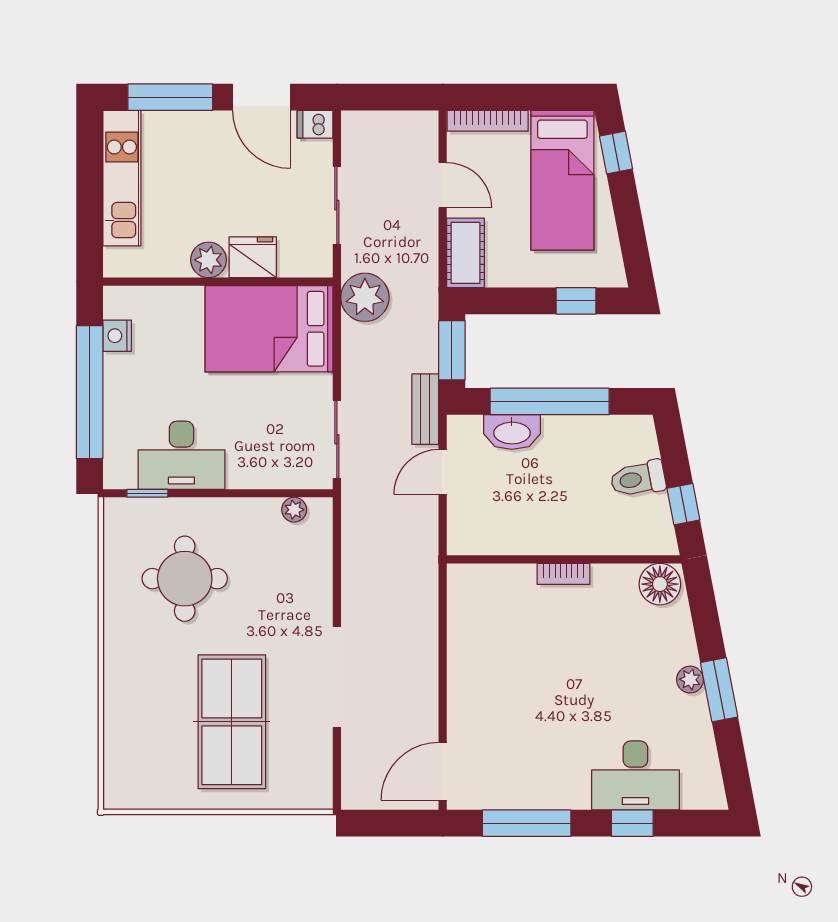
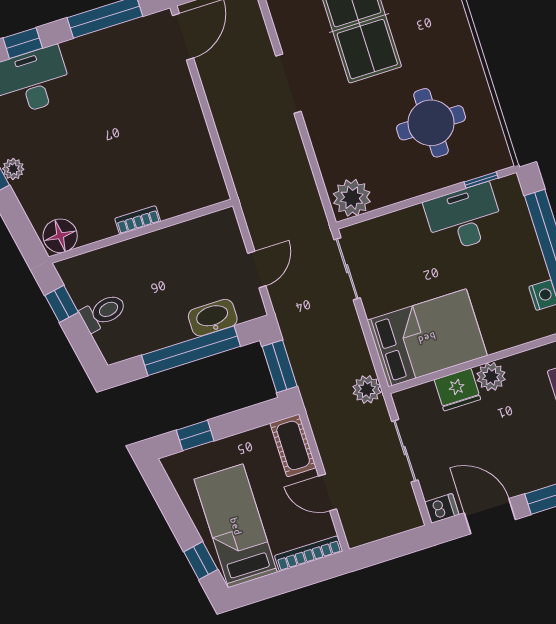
plant: (365, 297) -> (367, 389), width x0.73, depth x0.73
bench: (425, 409) -> (286, 314), removed
plant: (294, 510) -> (352, 198), width x1.87, depth x1.87
doorway: (337, 677) -> (288, 84), width x0.73

